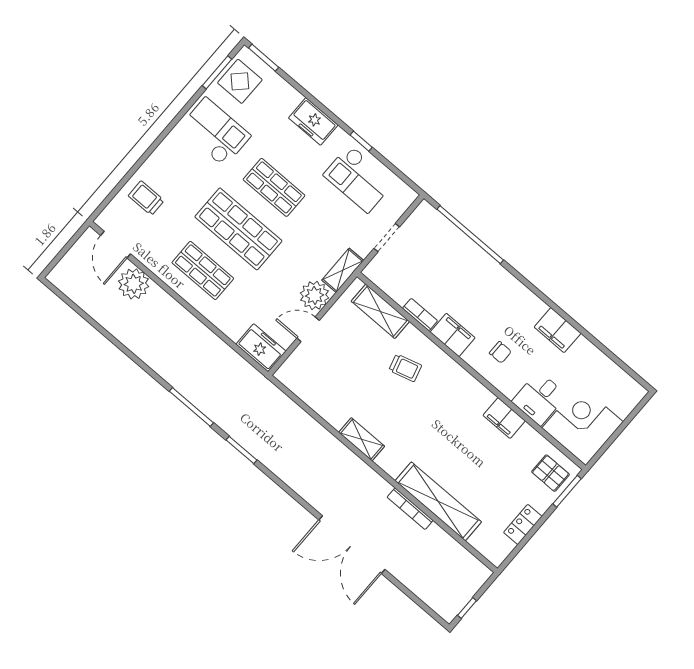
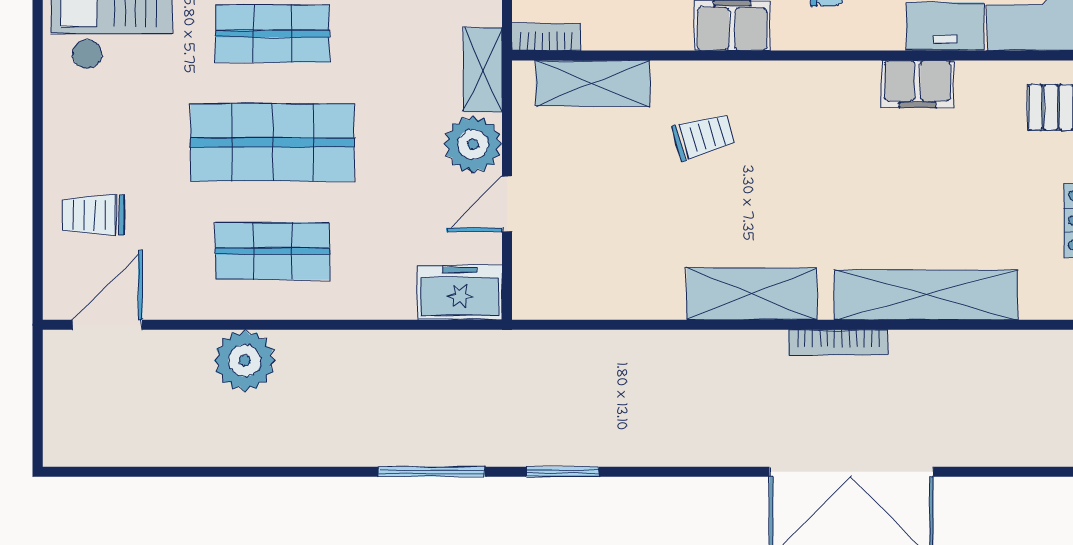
door: (116, 245) -> (107, 325), swing flipped
plant: (134, 284) -> (245, 361), moved
bookcase: (420, 315) -> (546, 37), moved
shelving: (362, 439) -> (752, 294), width x1.50, depth x1.33
bookcase: (410, 509) -> (838, 342), moved

